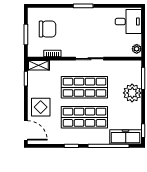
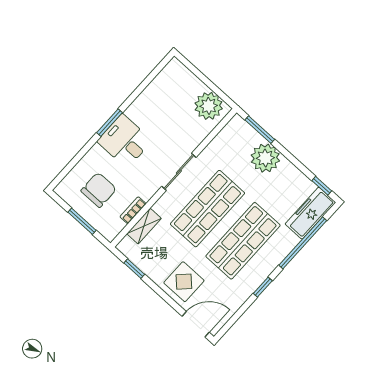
desk: (128, 22) -> (125, 141), moved, turned -90
plant: (137, 49) -> (209, 106), width x1.88, depth x1.88
shelving: (38, 65) -> (144, 226), moved

